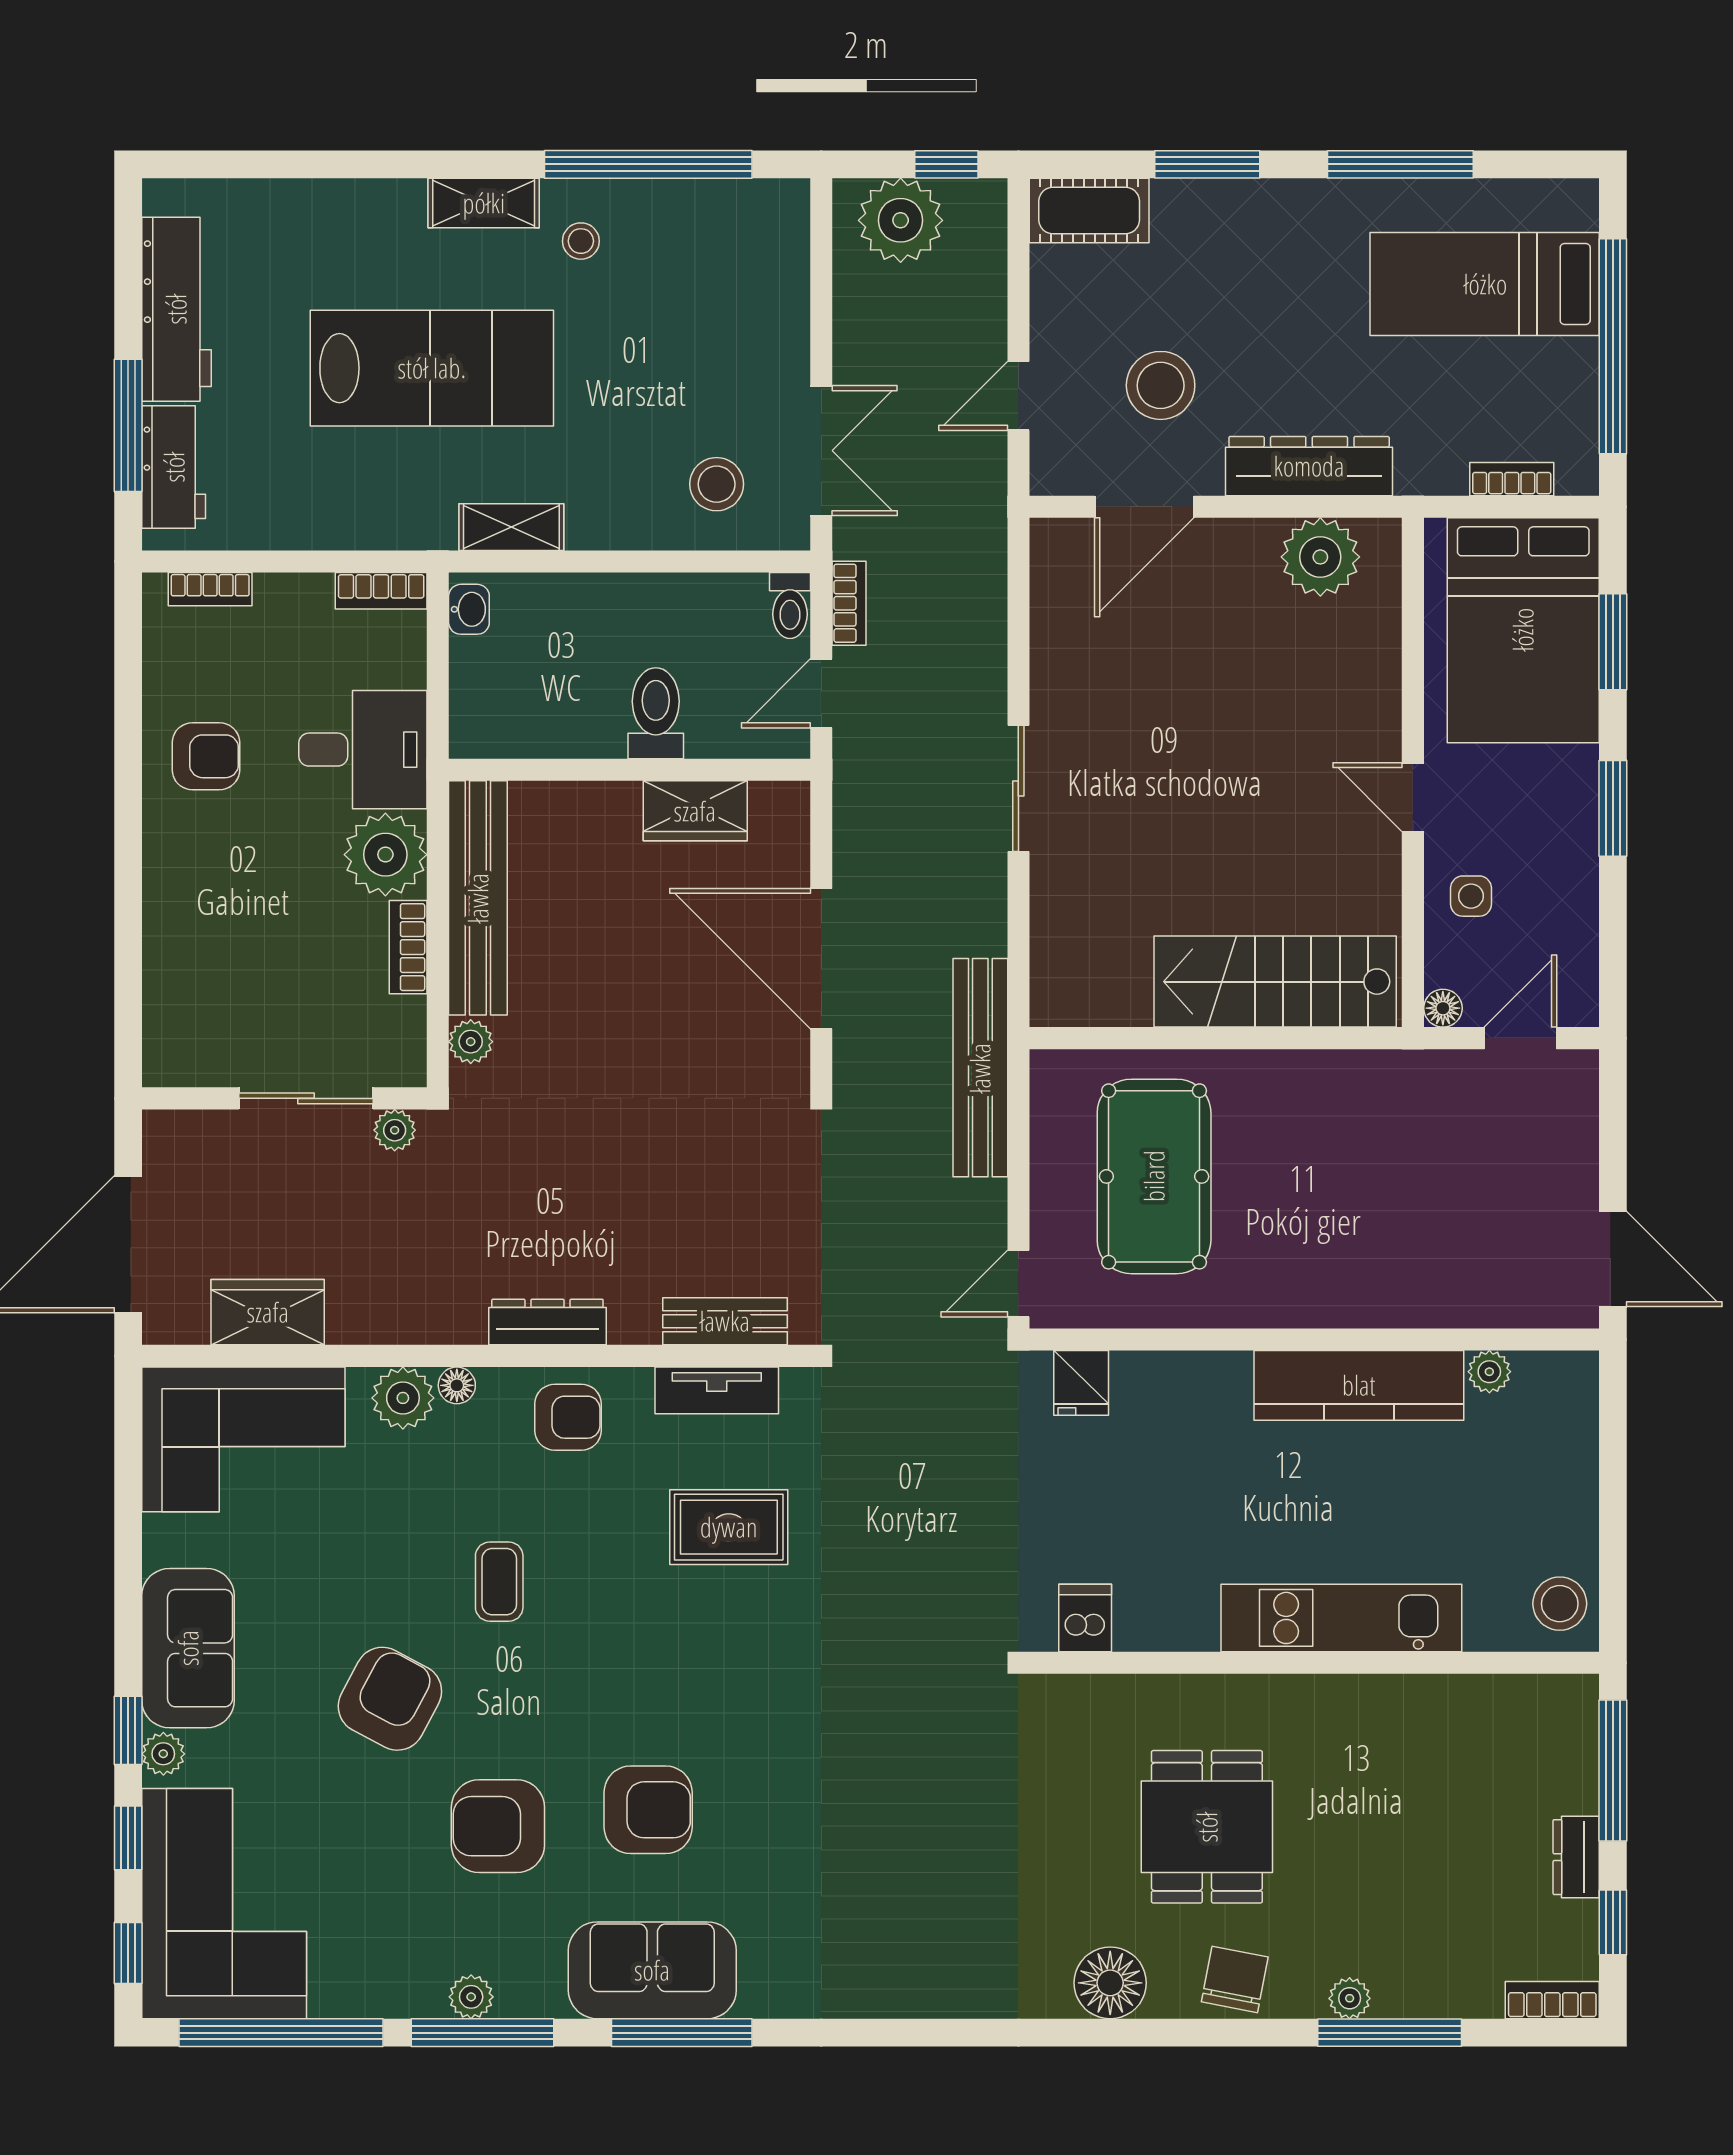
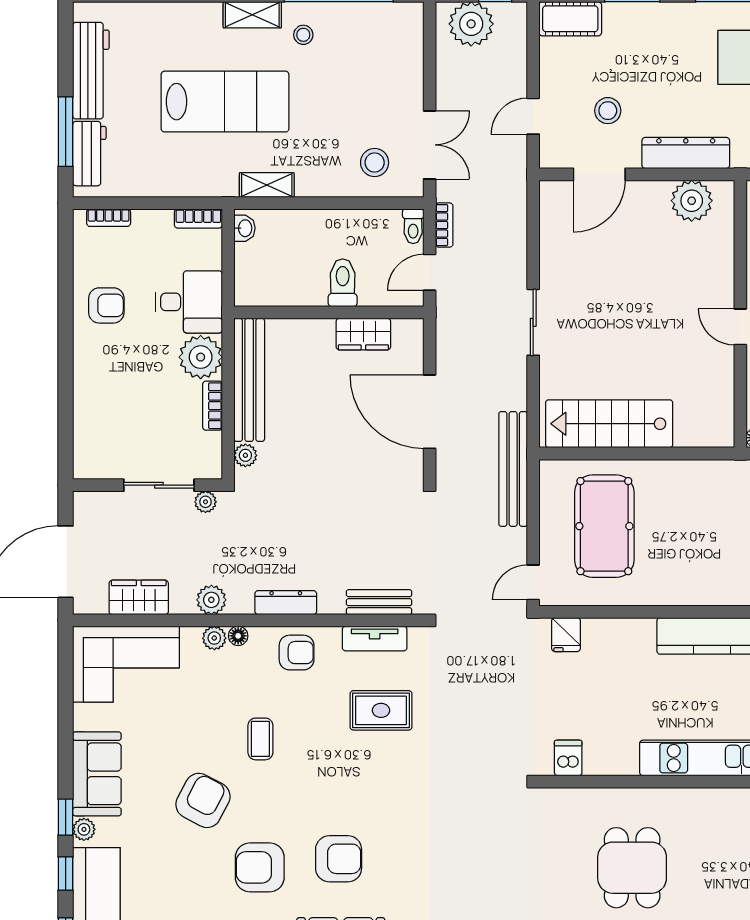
stool: (1161, 385) -> (608, 111), width x0.73, depth x0.73
stairs: (1275, 982) -> (609, 424), moved
plant: (406, 1317) -> (211, 600), added
plant: (403, 1398) -> (214, 638), width x0.73, depth x0.73

